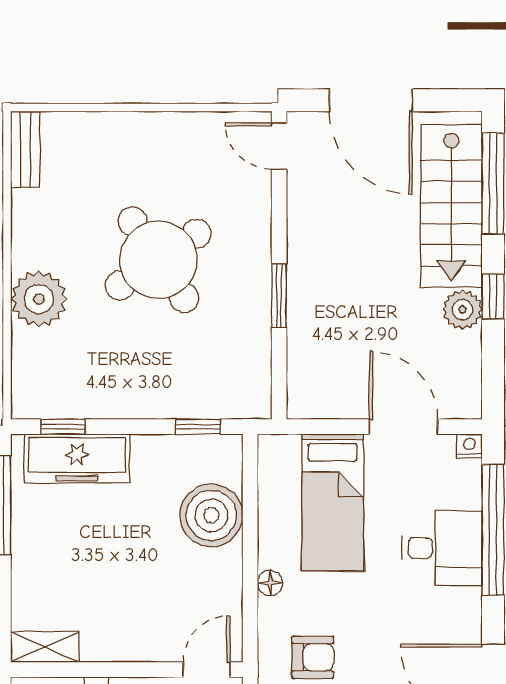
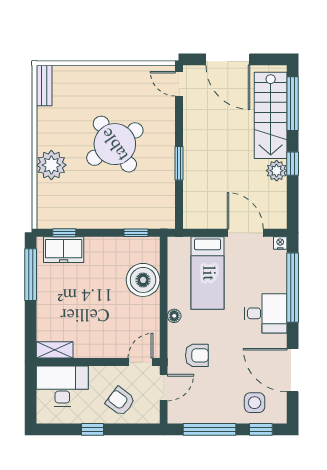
freezer: (77, 458) -> (64, 250), width x0.71
desk: (442, 548) -> (266, 313), moved

